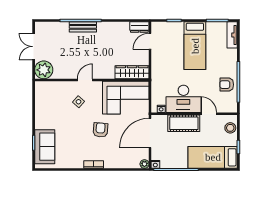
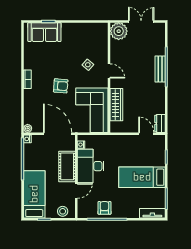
wardrobe: (132, 72) -> (116, 105), moved

